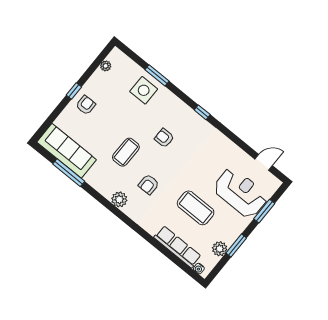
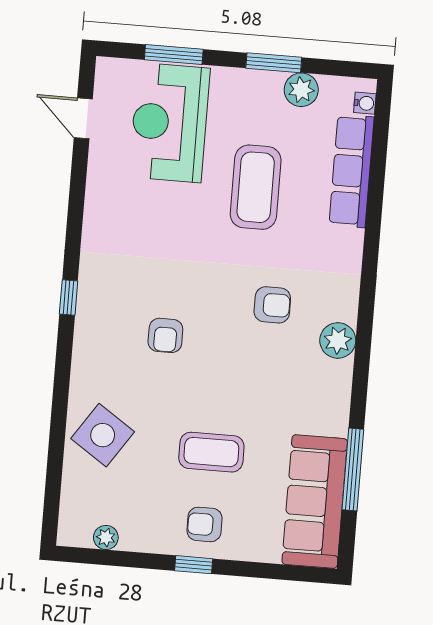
window: (157, 75) -> (58, 429), removed
side table: (144, 90) -> (103, 435), turned 34
coffee table: (126, 152) -> (211, 452), moved

